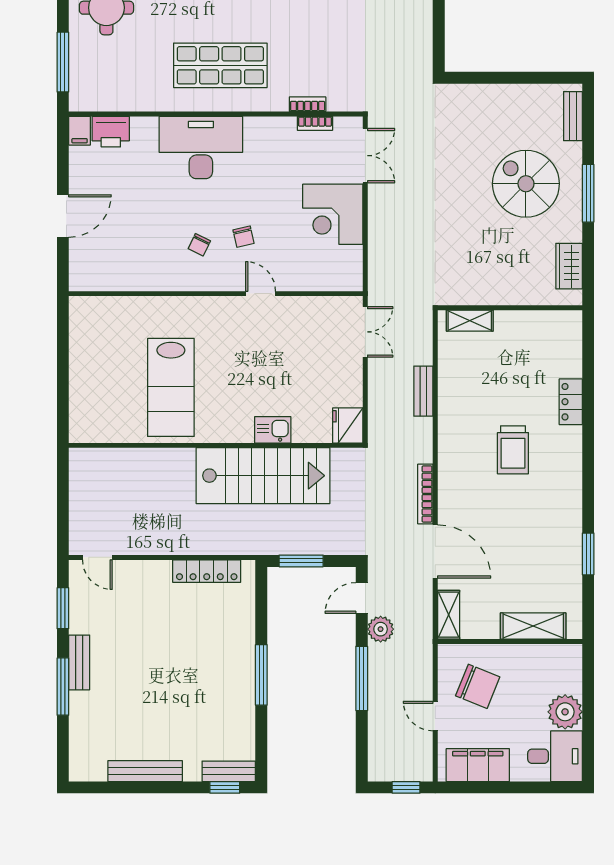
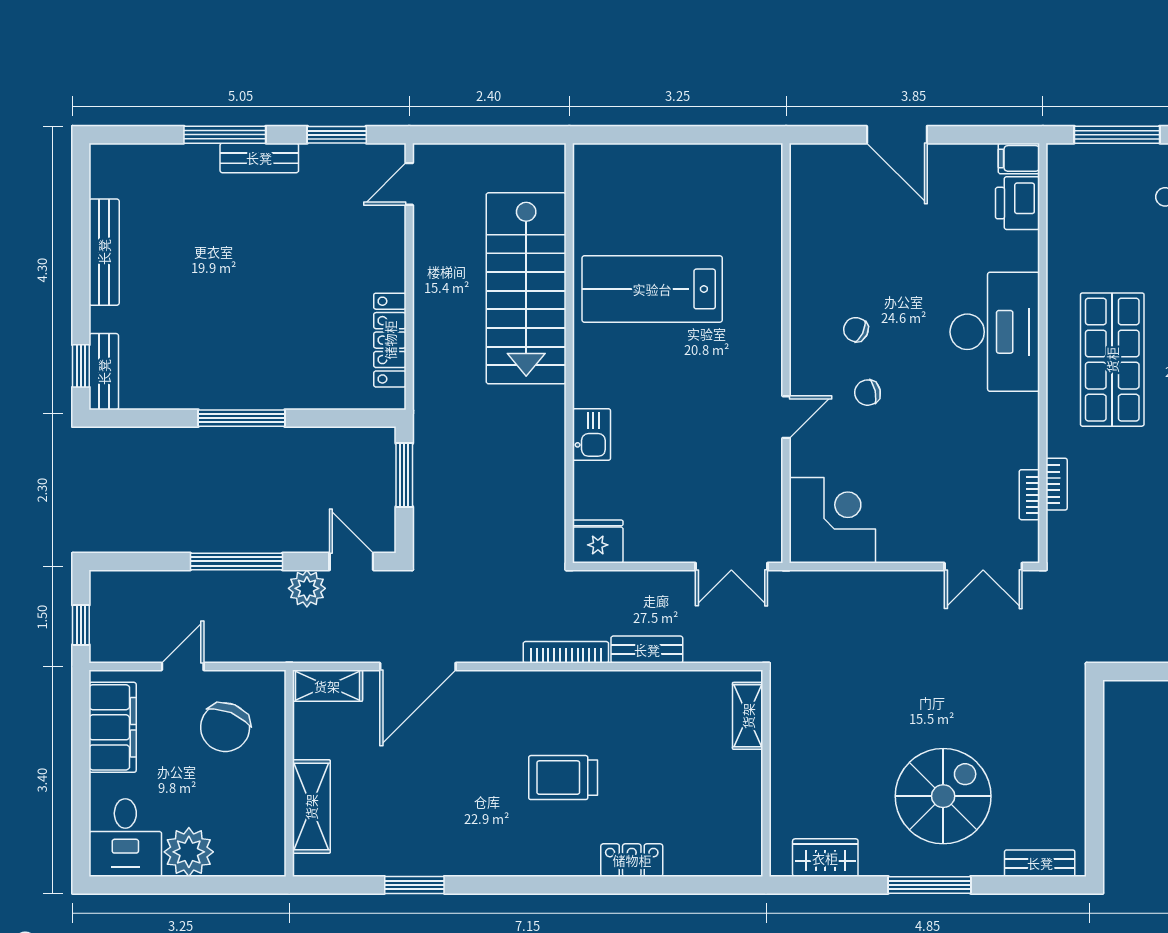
corner desk: (333, 214) -> (832, 520), moved, turned 90
stairs: (263, 476) -> (526, 288), moved
bookcase: (425, 494) -> (566, 652), moved

